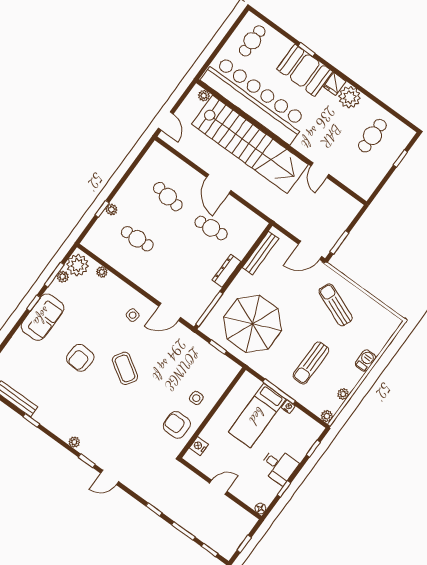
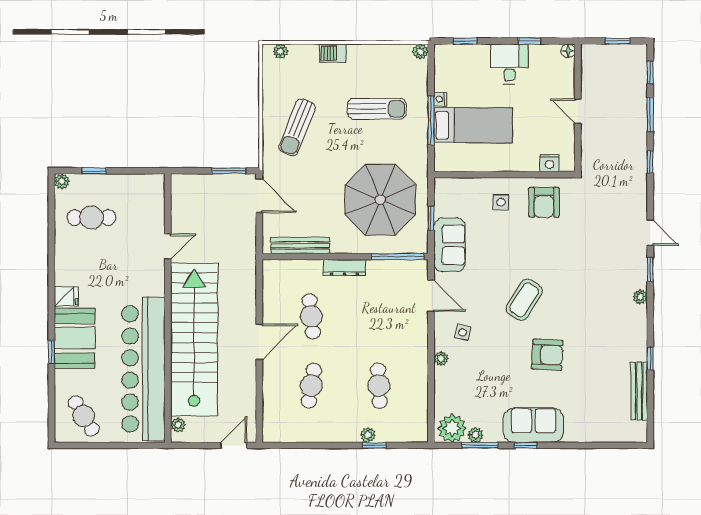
cafe table: (252, 41) -> (84, 416), turned 59
plant: (350, 97) -> (62, 181), moved, width x0.53, depth x0.53
plant: (102, 272) -> (441, 359), moved
sofa: (193, 347) -> (449, 245), added
plant: (343, 394) -> (280, 51), moved

